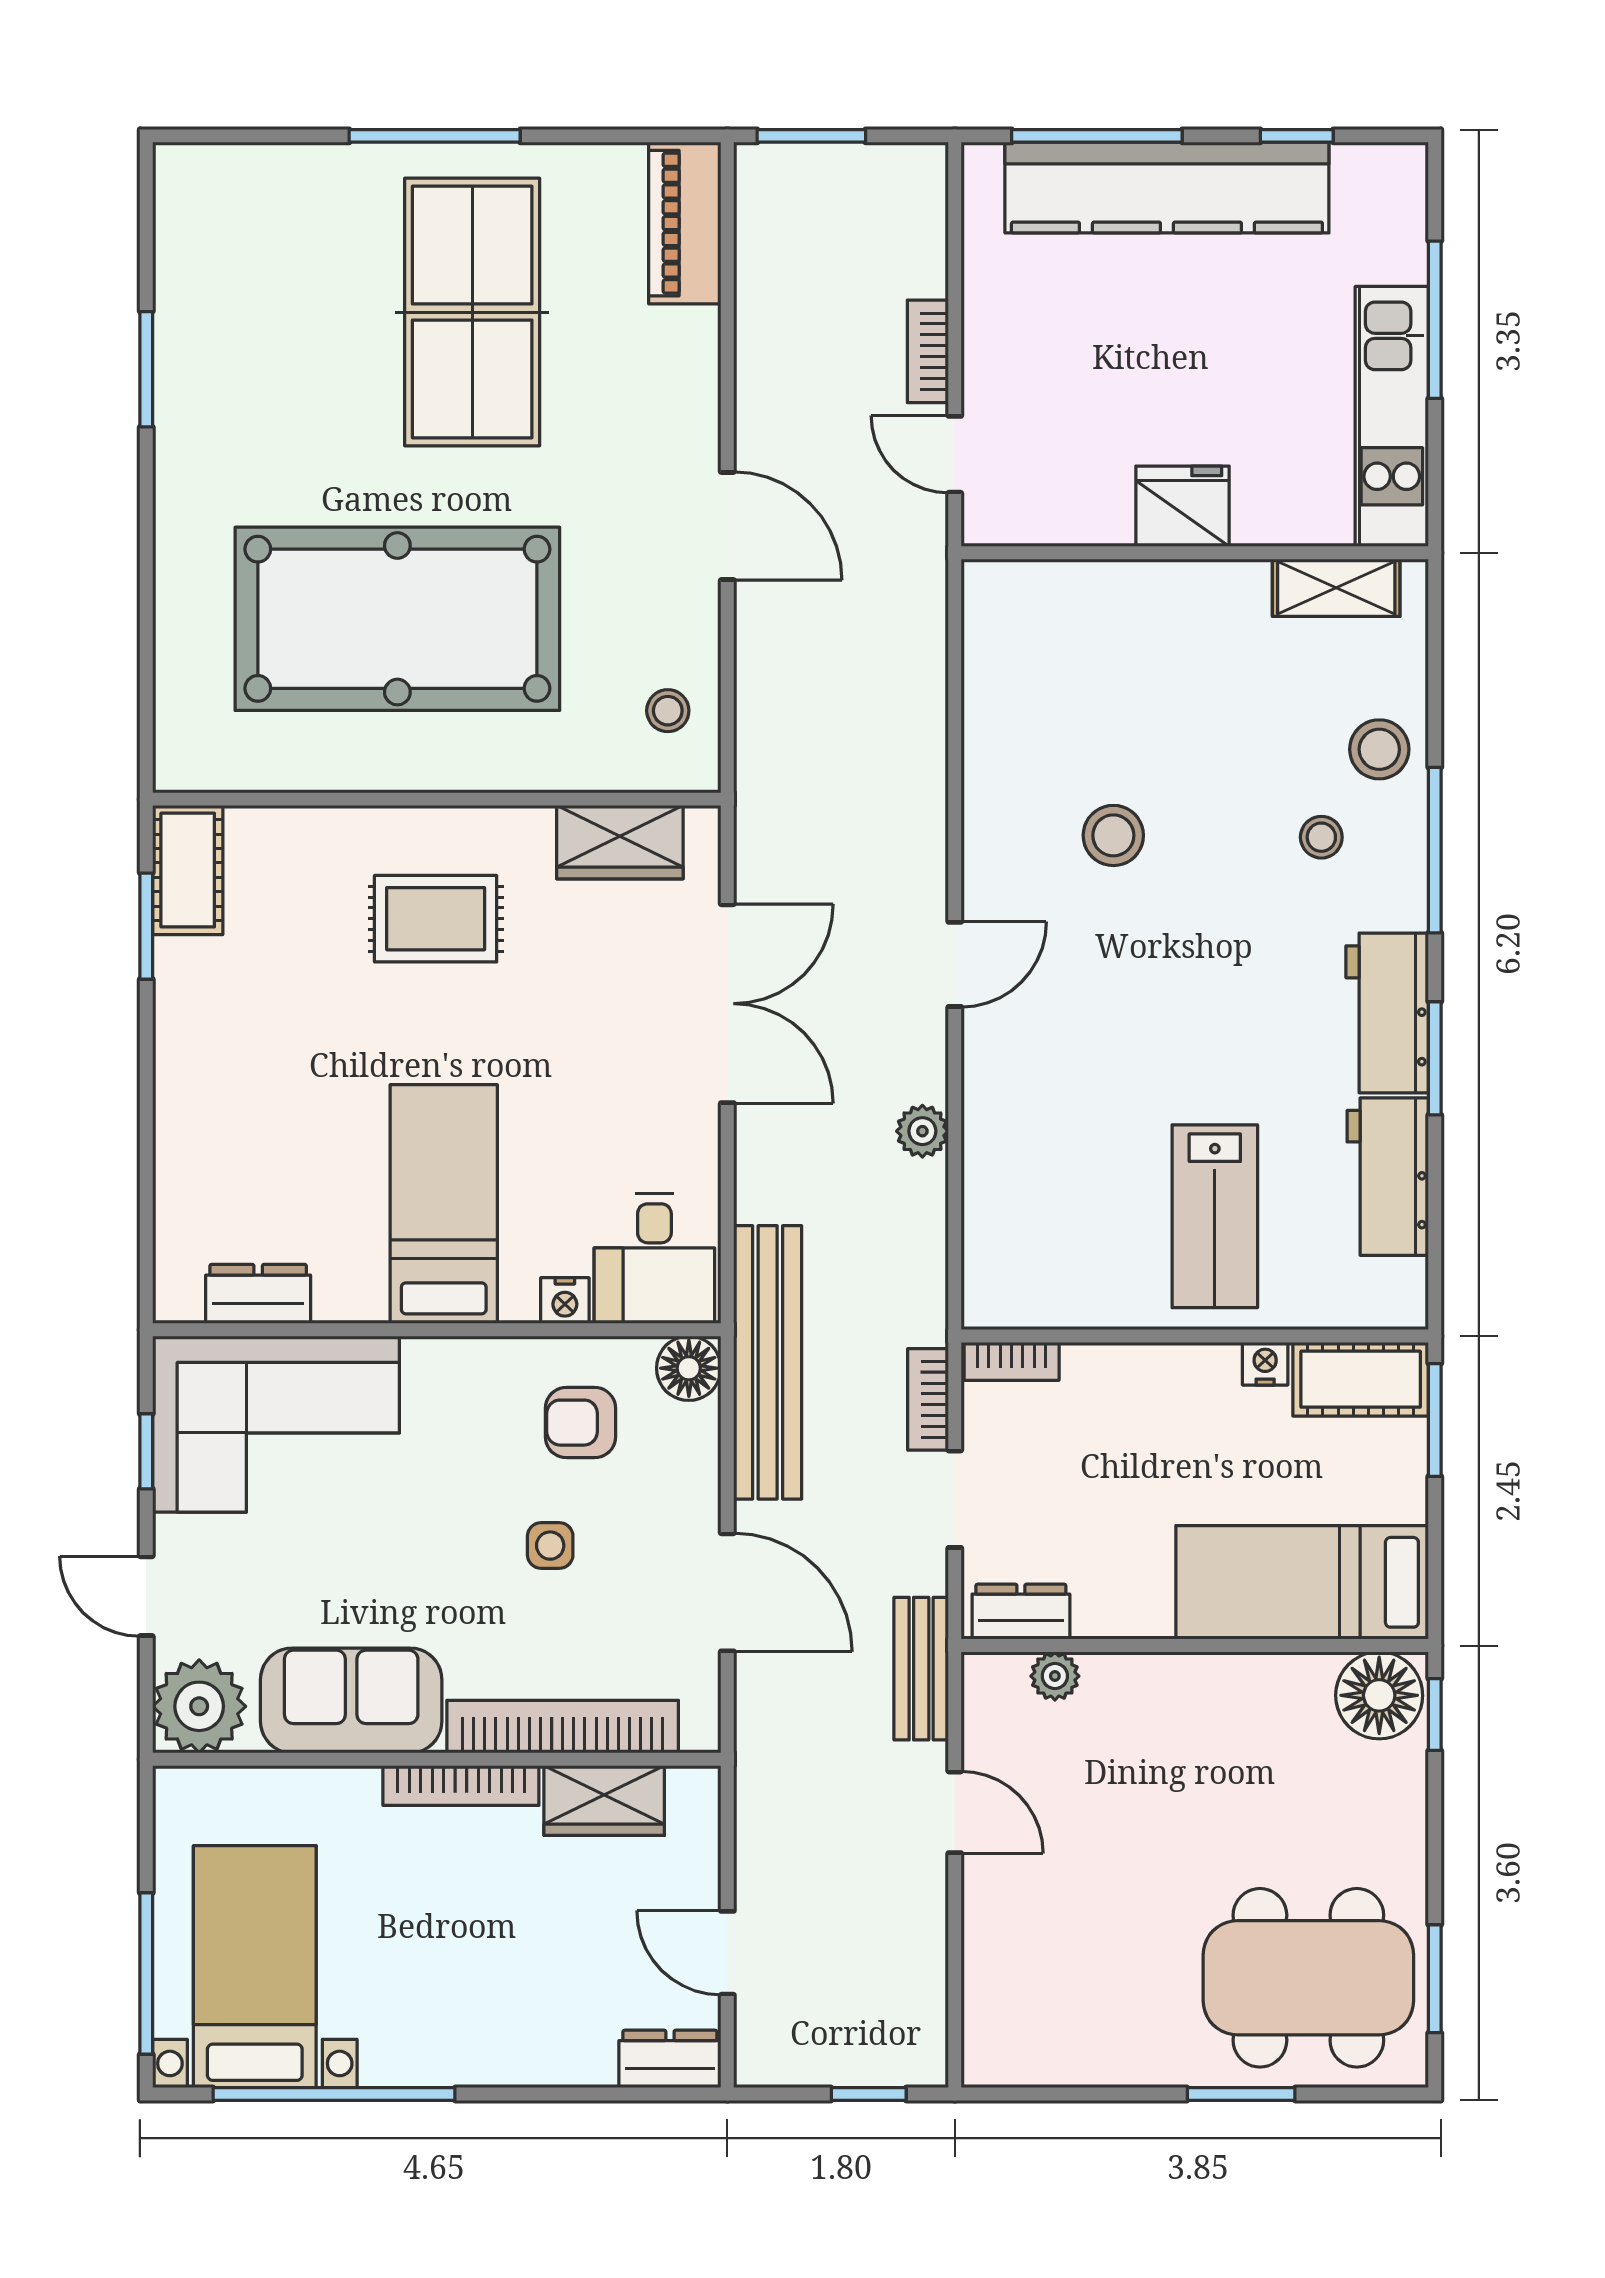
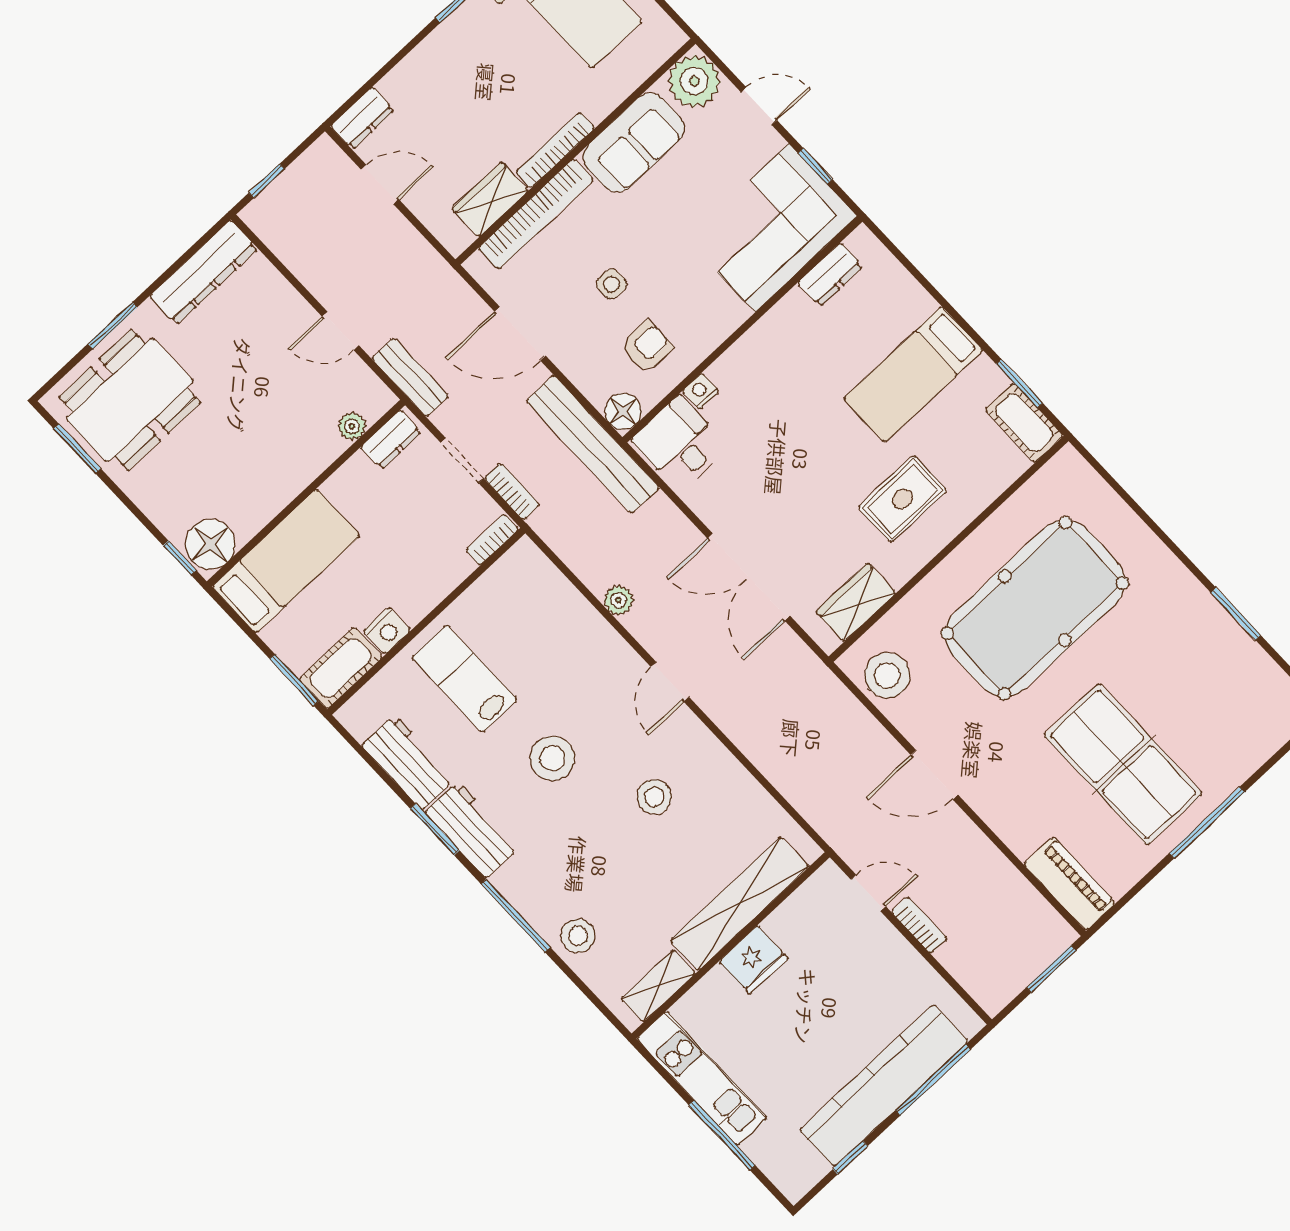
shelving: (1133, 596) -> (739, 904), added
stool: (668, 711) -> (887, 675), width x1.89, depth x1.89
stool: (1321, 837) -> (552, 758), moved, width x1.89, depth x1.89
bed: (444, 1204) -> (913, 375), moved, turned 90
nightstand: (1265, 1364) -> (387, 631), width x1.39, depth x1.35
dresser: (1060, 2052) -> (204, 272), added

